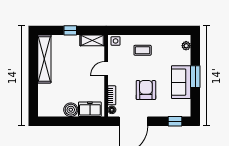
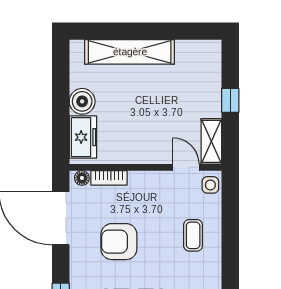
shelving: (44, 59) -> (130, 52), moved
door: (106, 69) -> (186, 167), moved
armchair: (146, 90) -> (119, 242), turned 180

